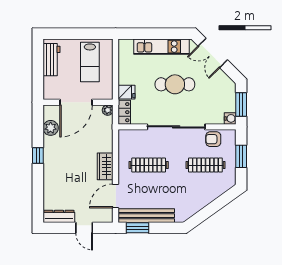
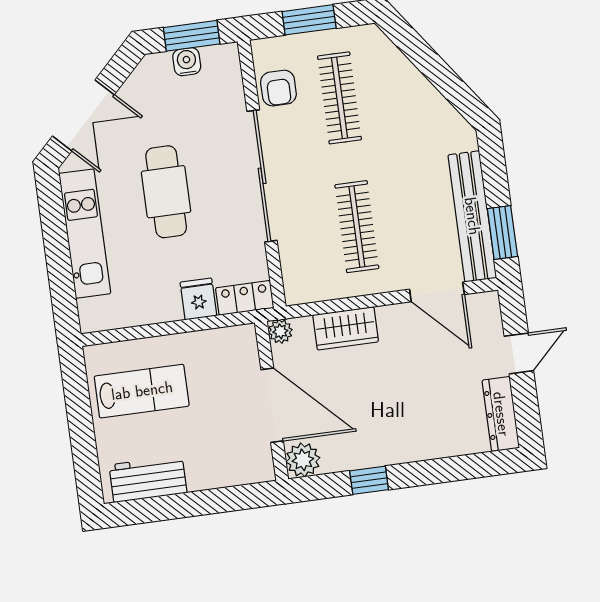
door: (76, 102) -> (272, 405), moved
wall: (78, 102) -> (272, 401), moved
plant: (108, 110) -> (280, 331), moved
water cooler: (230, 118) -> (187, 62), moved
wardrobe: (105, 166) -> (346, 328), moved

